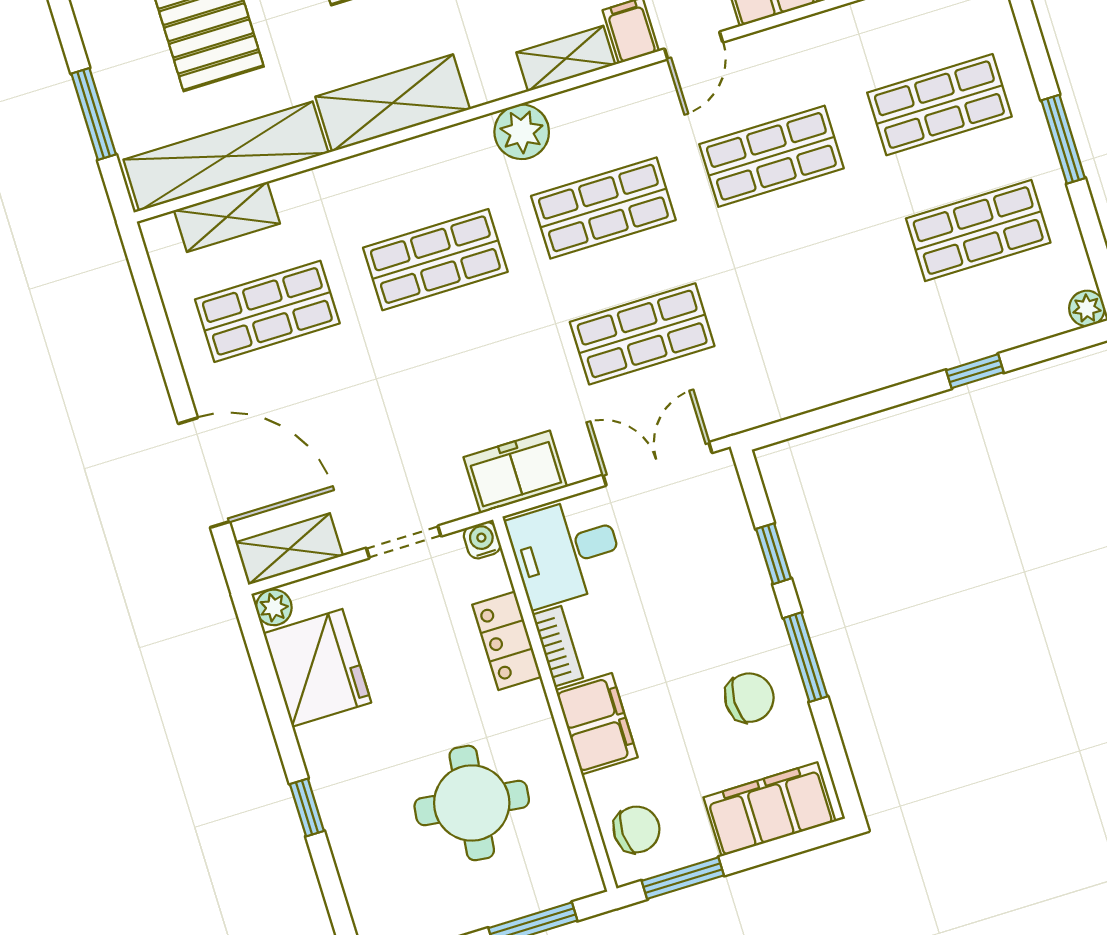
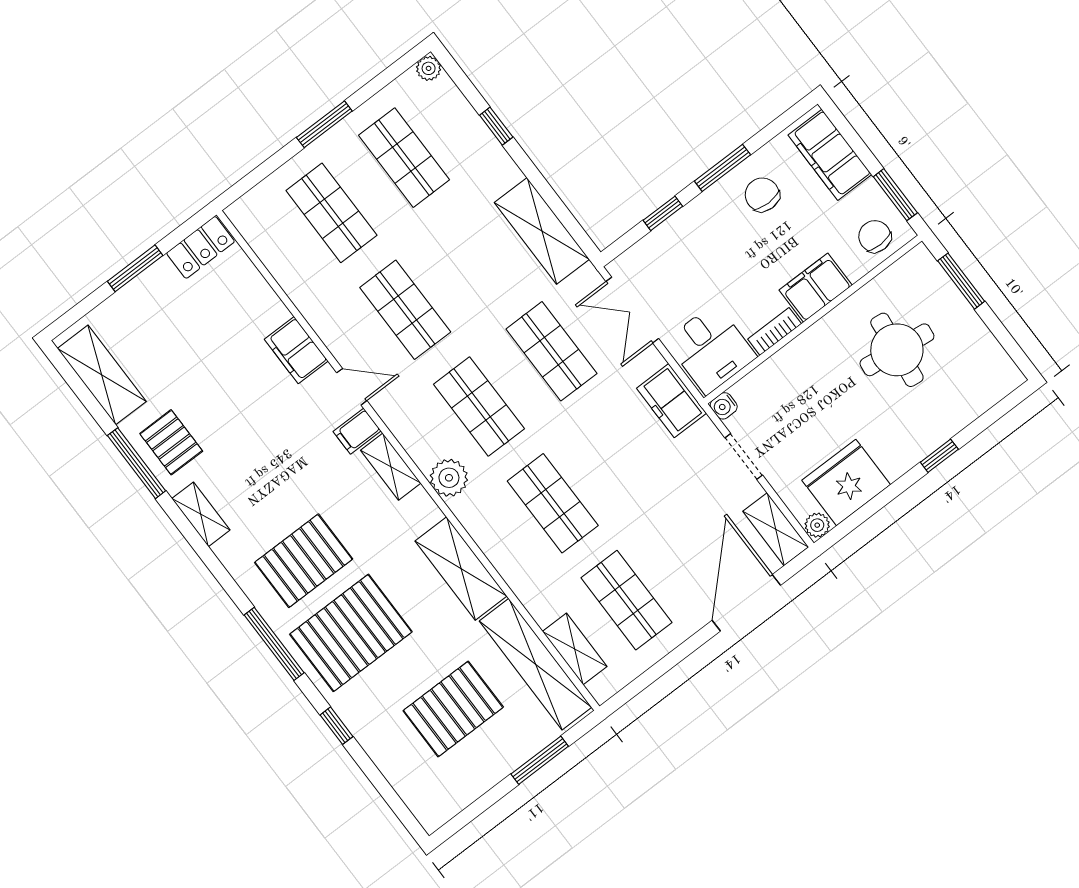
shelving: (810, 381) -> (542, 231), added
locker: (507, 641) -> (783, 366), removed

